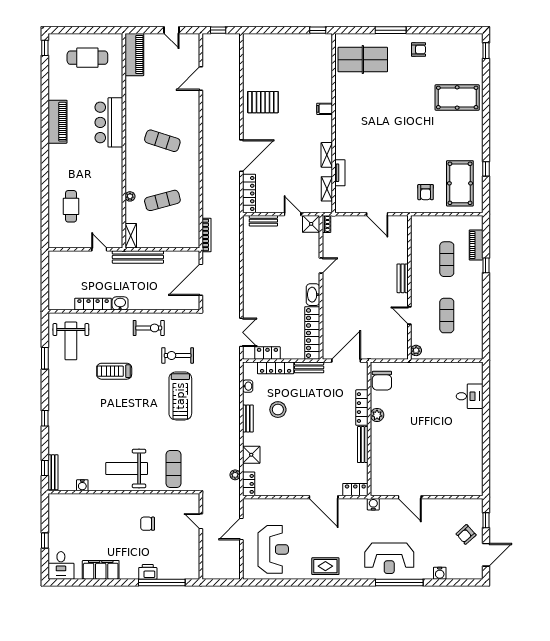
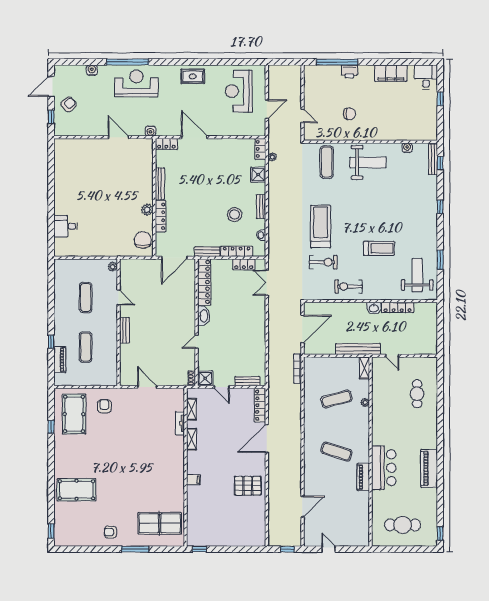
piano: (134, 55) -> (363, 477), moved, width x0.73, depth x0.75

